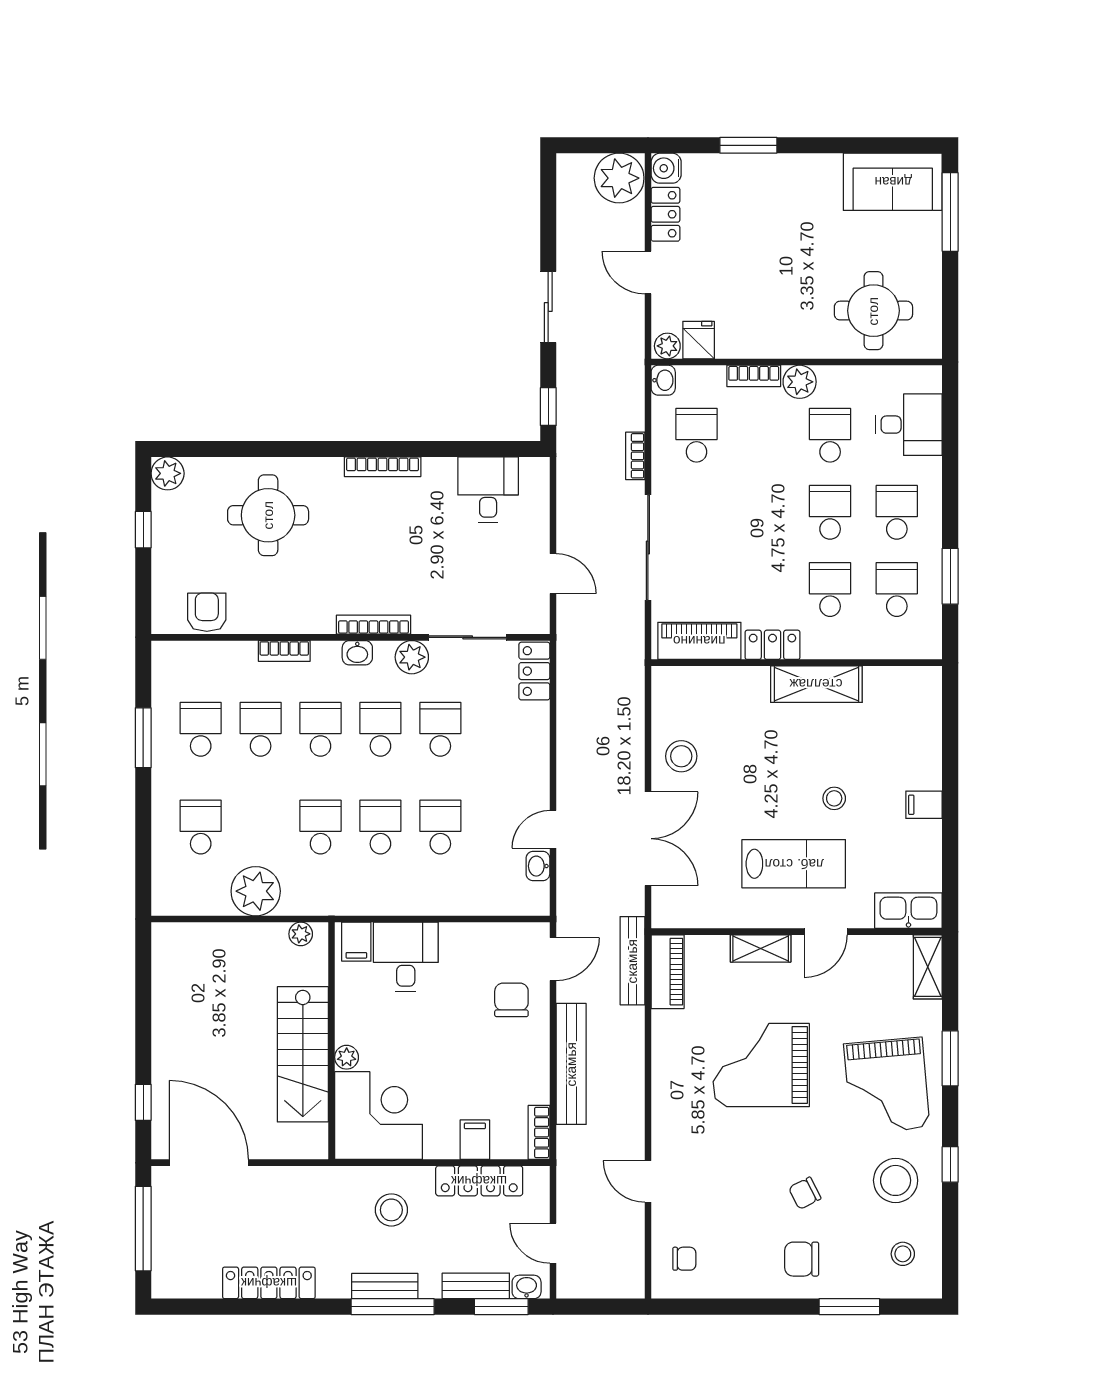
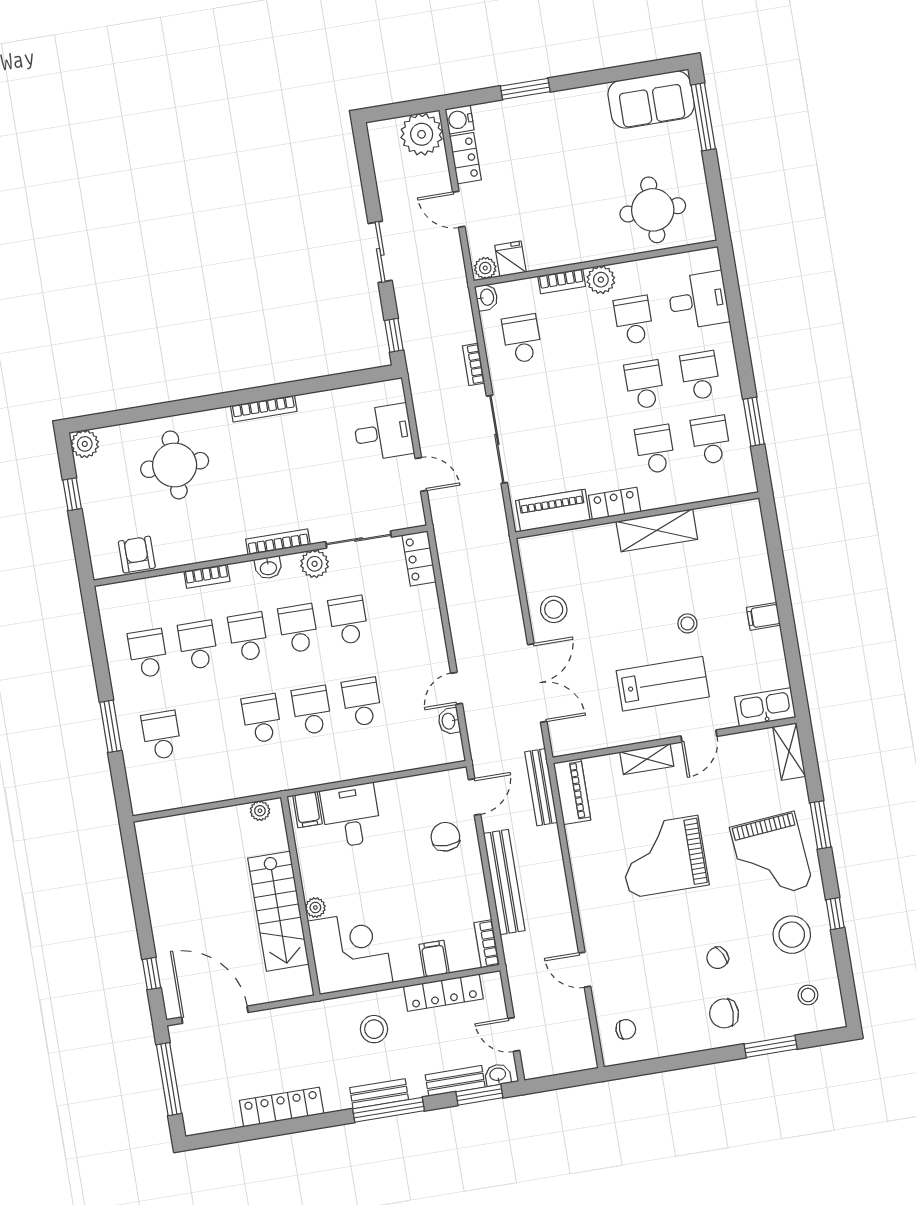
desk: (488, 490) -> (383, 432), moved, turned 90
window: (143, 738) -> (111, 726), moved
plant: (256, 891) -> (216, 781), removed

